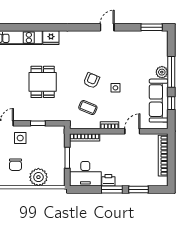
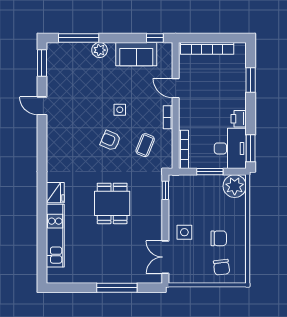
door: (107, 27) -> (42, 106), moved
window: (171, 72) -> (79, 38), moved
dining table: (43, 82) -> (112, 203), turned 90
sofa: (159, 101) -> (136, 54), width x0.73
window: (171, 103) -> (155, 38), moved
window: (38, 123) -> (165, 190), moved
plant: (38, 177) -> (235, 186), moved
window: (112, 189) -> (251, 148), moved

